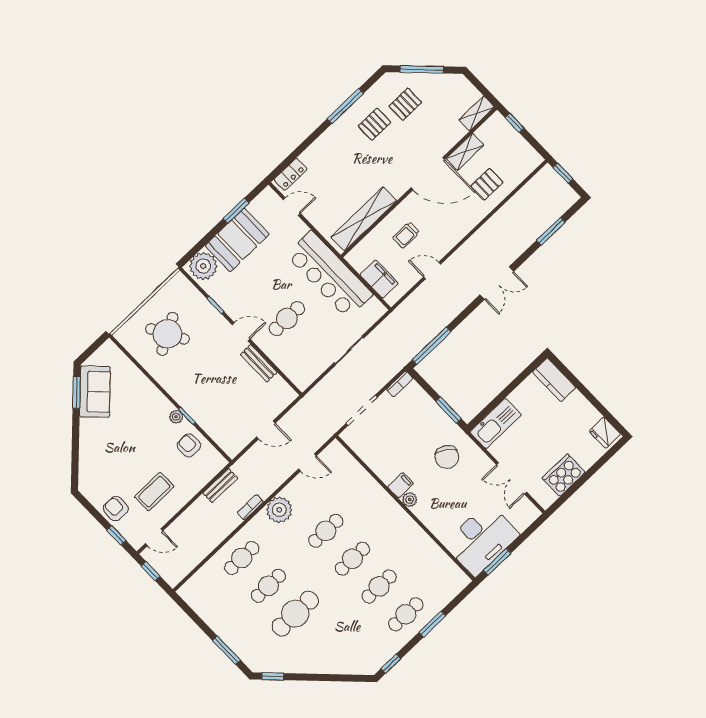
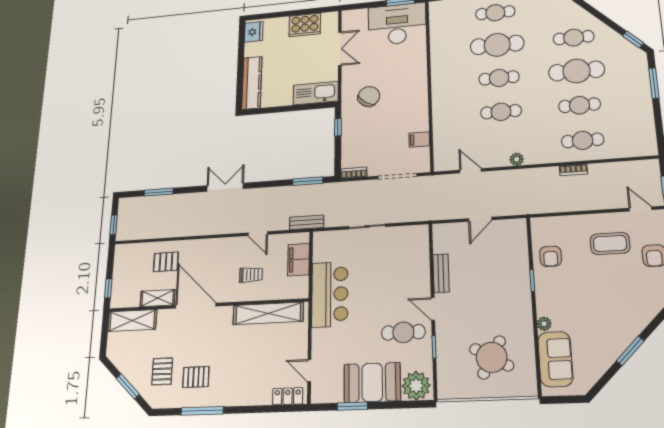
window: (422, 69) -> (128, 386), width x0.69
pallet: (405, 104) -> (162, 371), turned 90
shelving: (477, 114) -> (132, 321), width x1.50, depth x1.33
bar counter: (329, 275) -> (330, 294), width x0.73
cafe table: (287, 319) -> (403, 332), moved
round table: (167, 334) -> (492, 357), turned -32
window: (431, 346) -> (308, 181), width x0.69
kitchen counter: (554, 380) -> (252, 83), width x1.50
window: (77, 392) -> (630, 351), moved
sofa: (95, 392) -> (555, 359), moved, turned 135
window: (449, 410) -> (338, 127), width x0.67
plant: (176, 417) -> (544, 324), moved
door: (266, 430) -> (480, 219), swing flipped
filing cabinet: (401, 485) -> (419, 140), moved
bench: (220, 486) -> (307, 222), moved
plant: (410, 500) -> (421, 88), removed
bookcase: (250, 507) -> (573, 170), moved
plant: (279, 510) -> (517, 159), width x0.53, depth x0.53
cafe table: (379, 587) -> (497, 45), width x1.37, depth x1.35
cafe table: (322, 641) -> (574, 38), added

